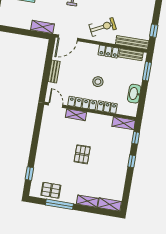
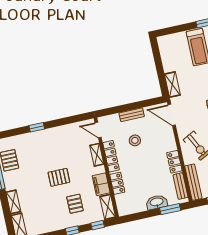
stool: (98, 82) -> (135, 140), moved
washbasin: (134, 94) -> (157, 202), moved
door: (56, 105) -> (98, 130), swing flipped
filing cabinet: (102, 121) -> (101, 184), added
pallet: (110, 150) -> (75, 204), added
window: (29, 174) -> (37, 127), moved

